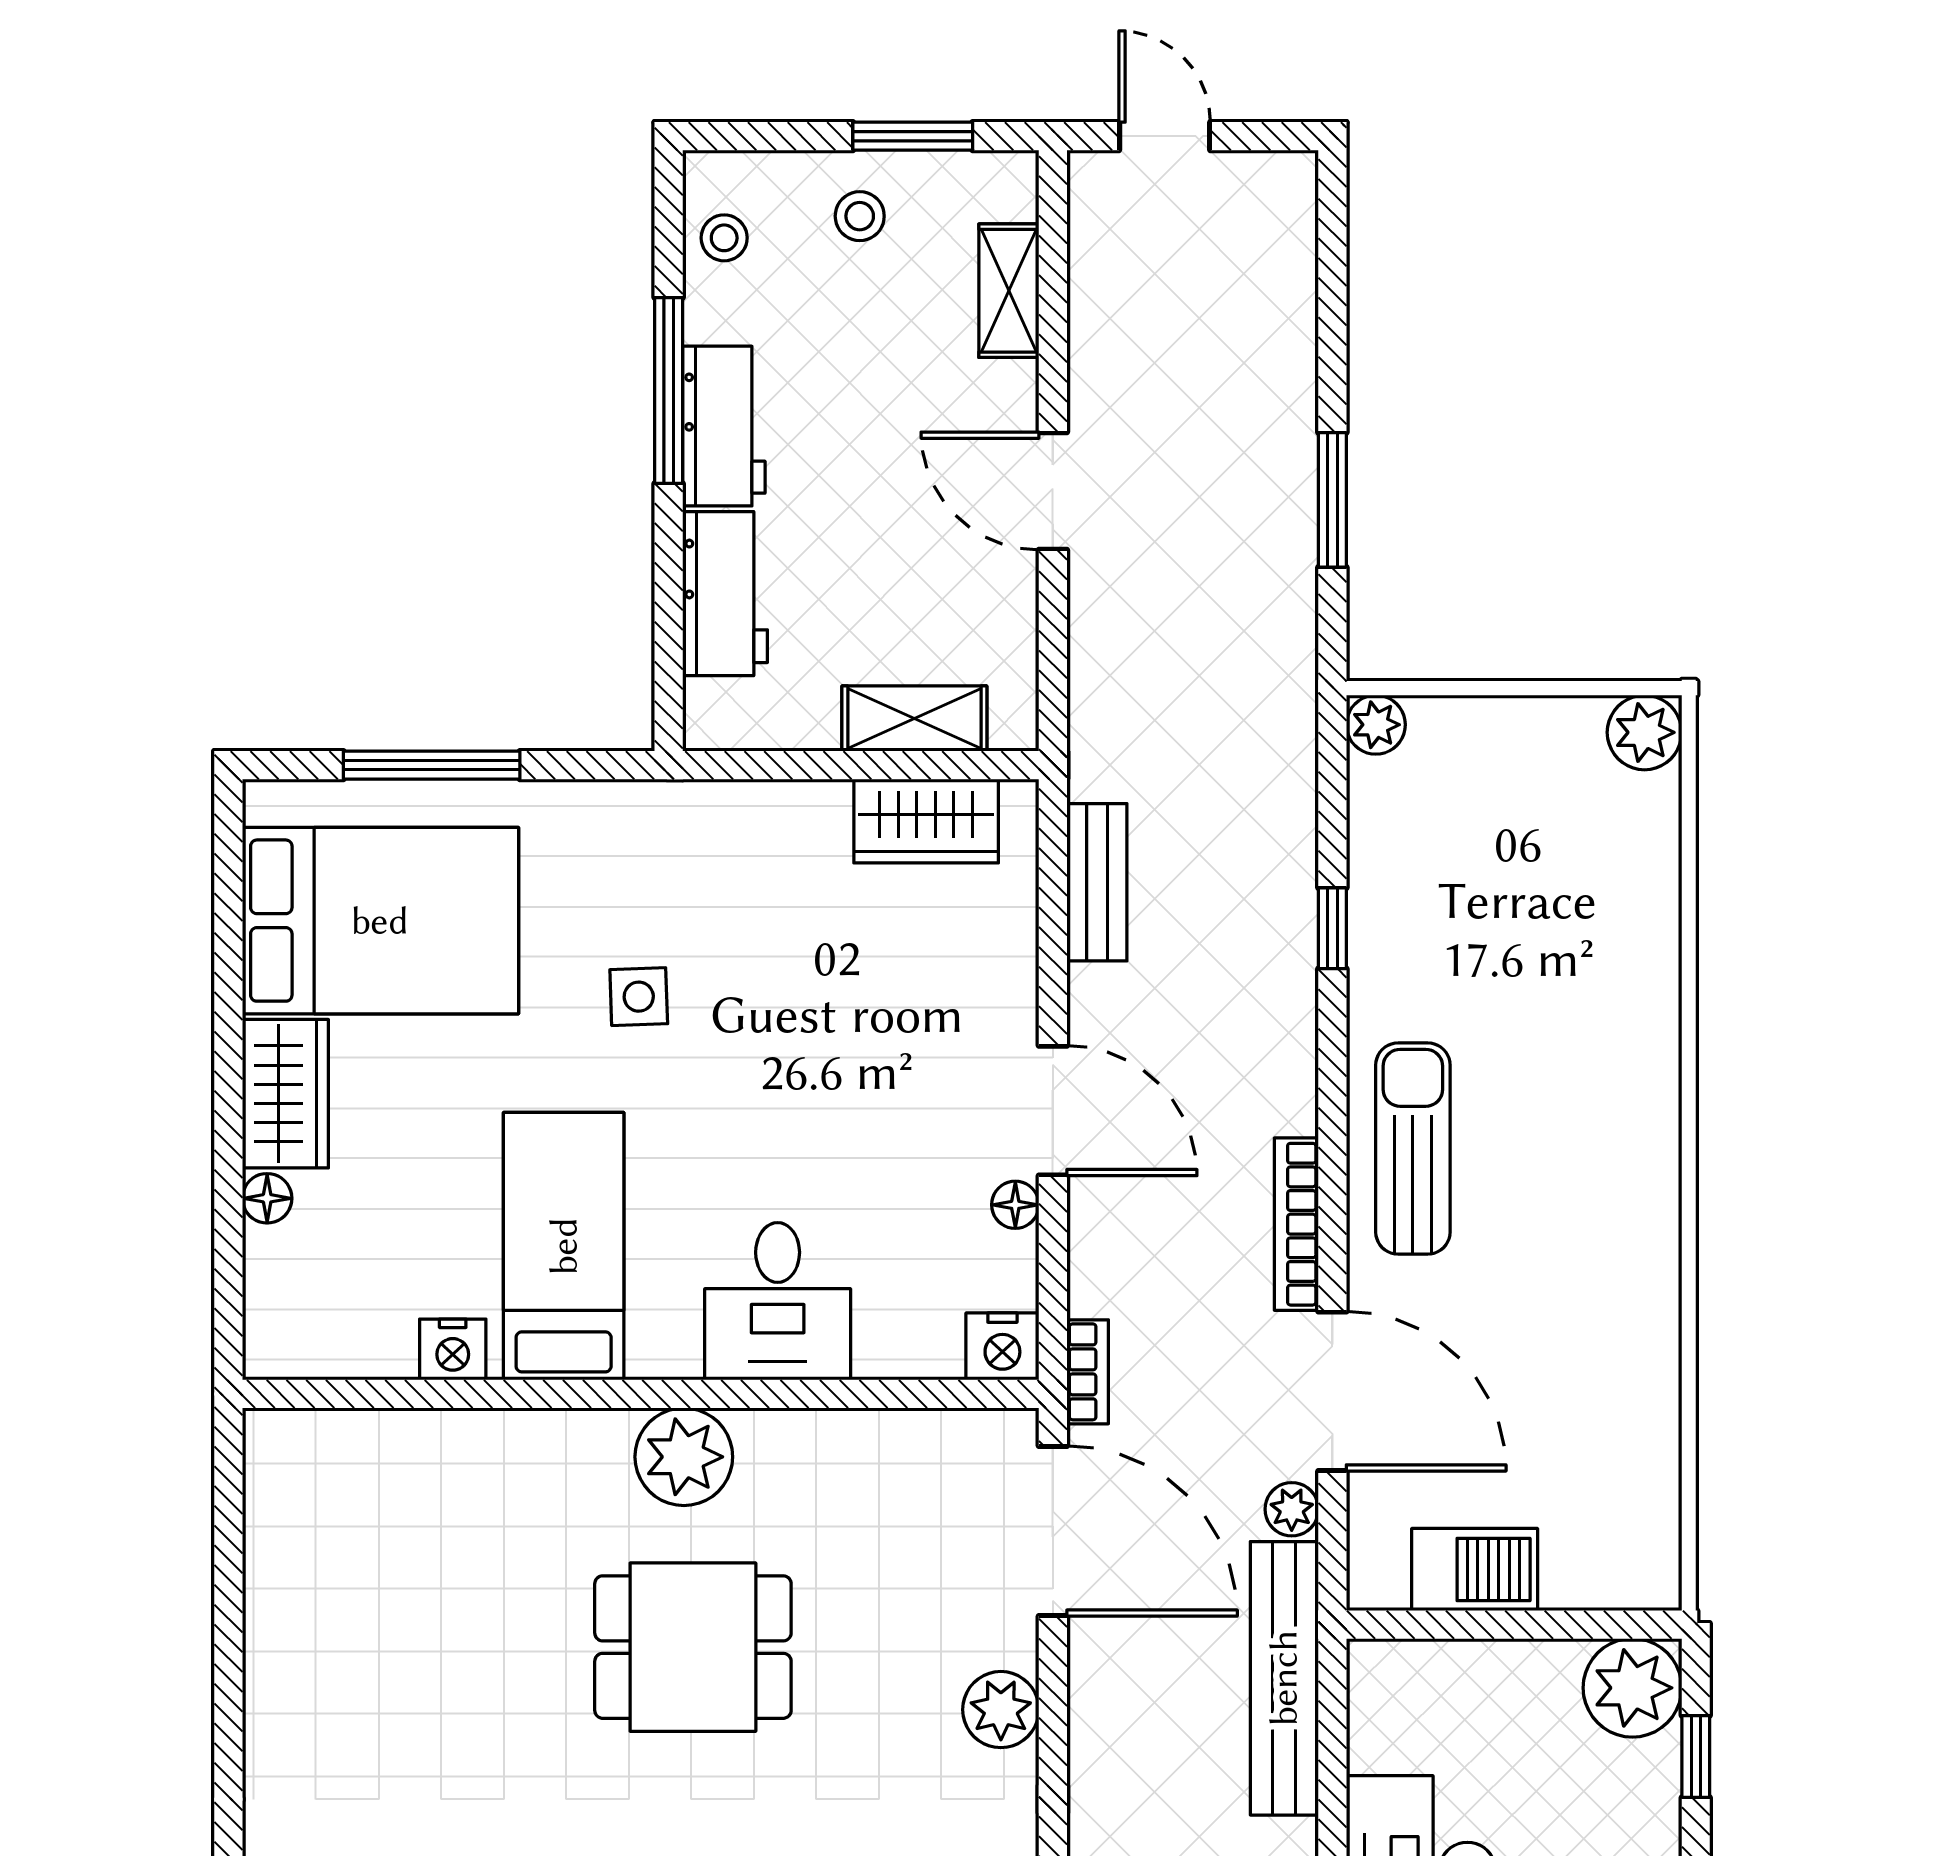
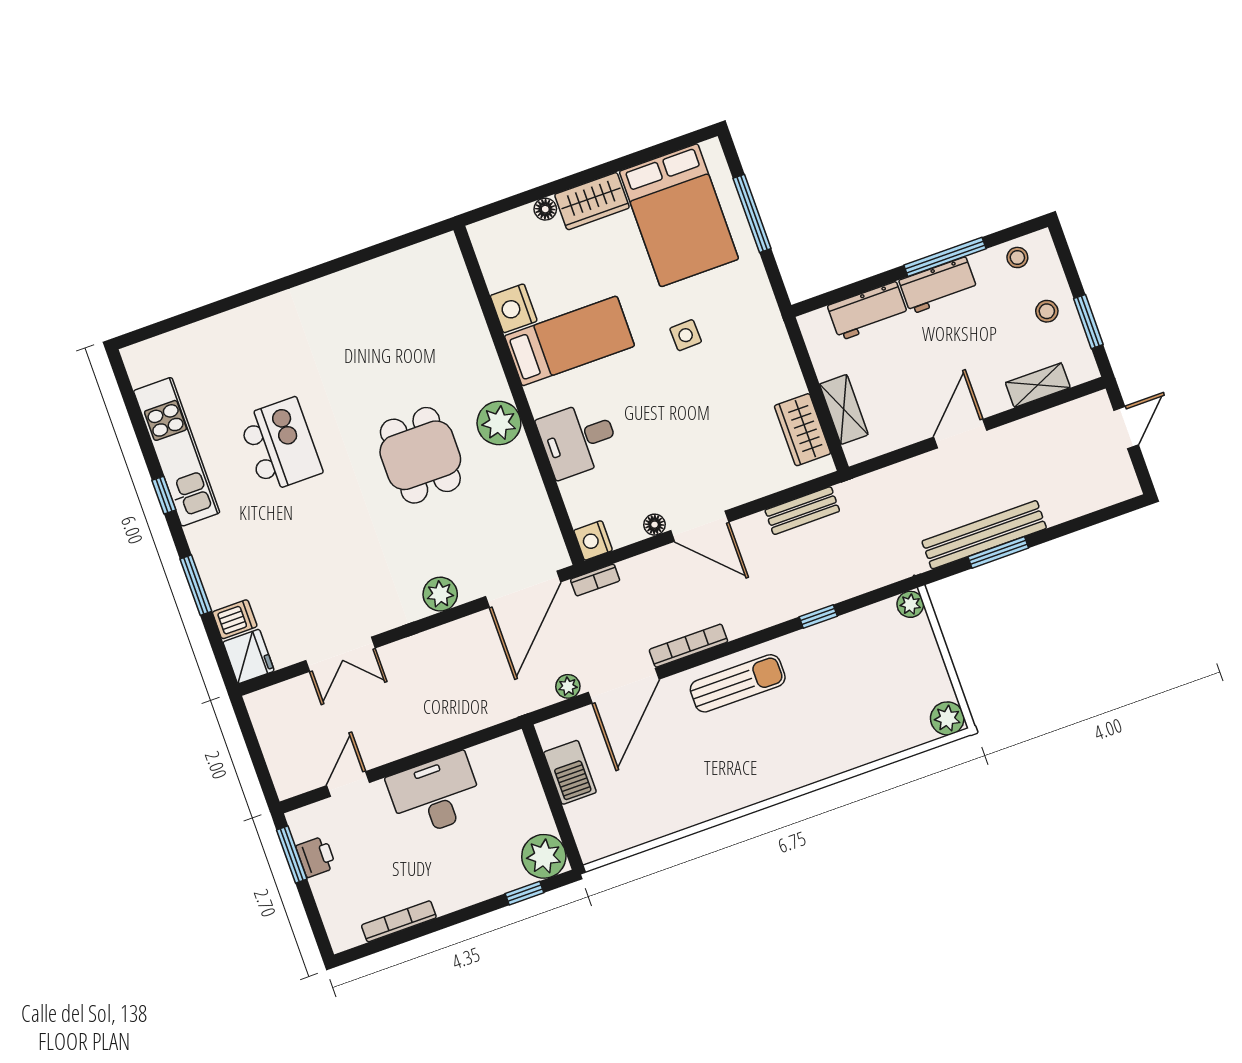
door: (1053, 1111) -> (700, 526), hinge flipped
nightstand: (453, 1350) -> (514, 308), width x1.36, depth x1.33
bench: (1284, 1678) -> (984, 535), moved

